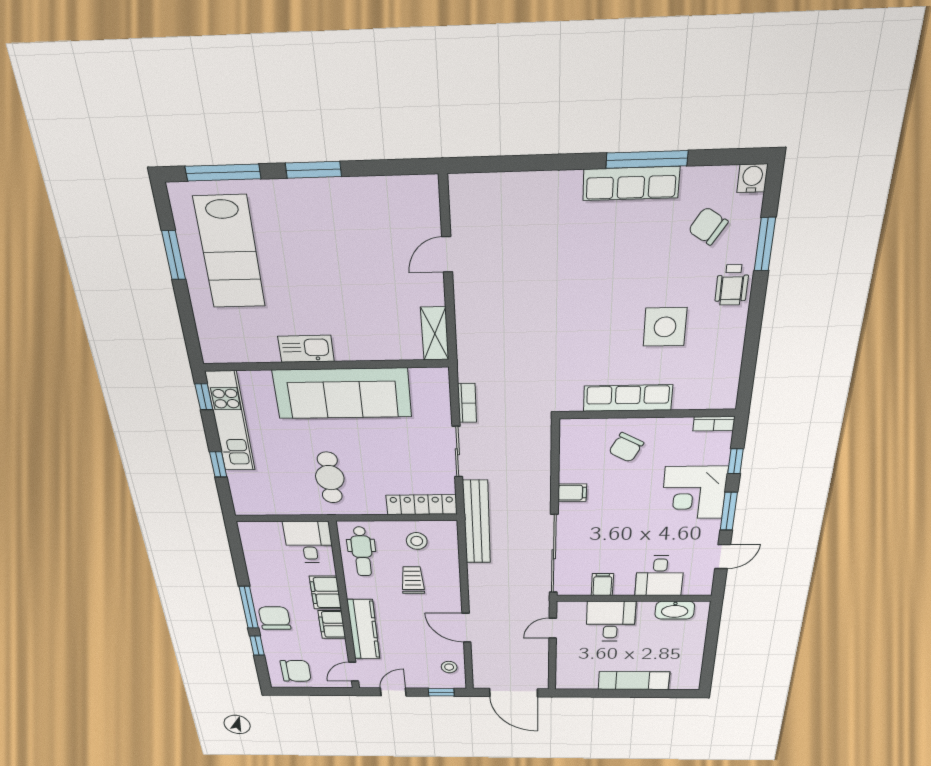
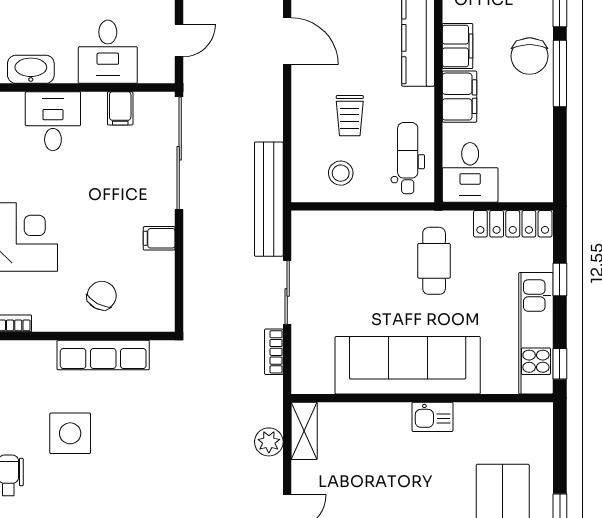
plant: (468, 323) -> (269, 442), added
kitchen sink: (306, 349) -> (433, 417), width x0.73
locker: (422, 505) -> (513, 224), moved

